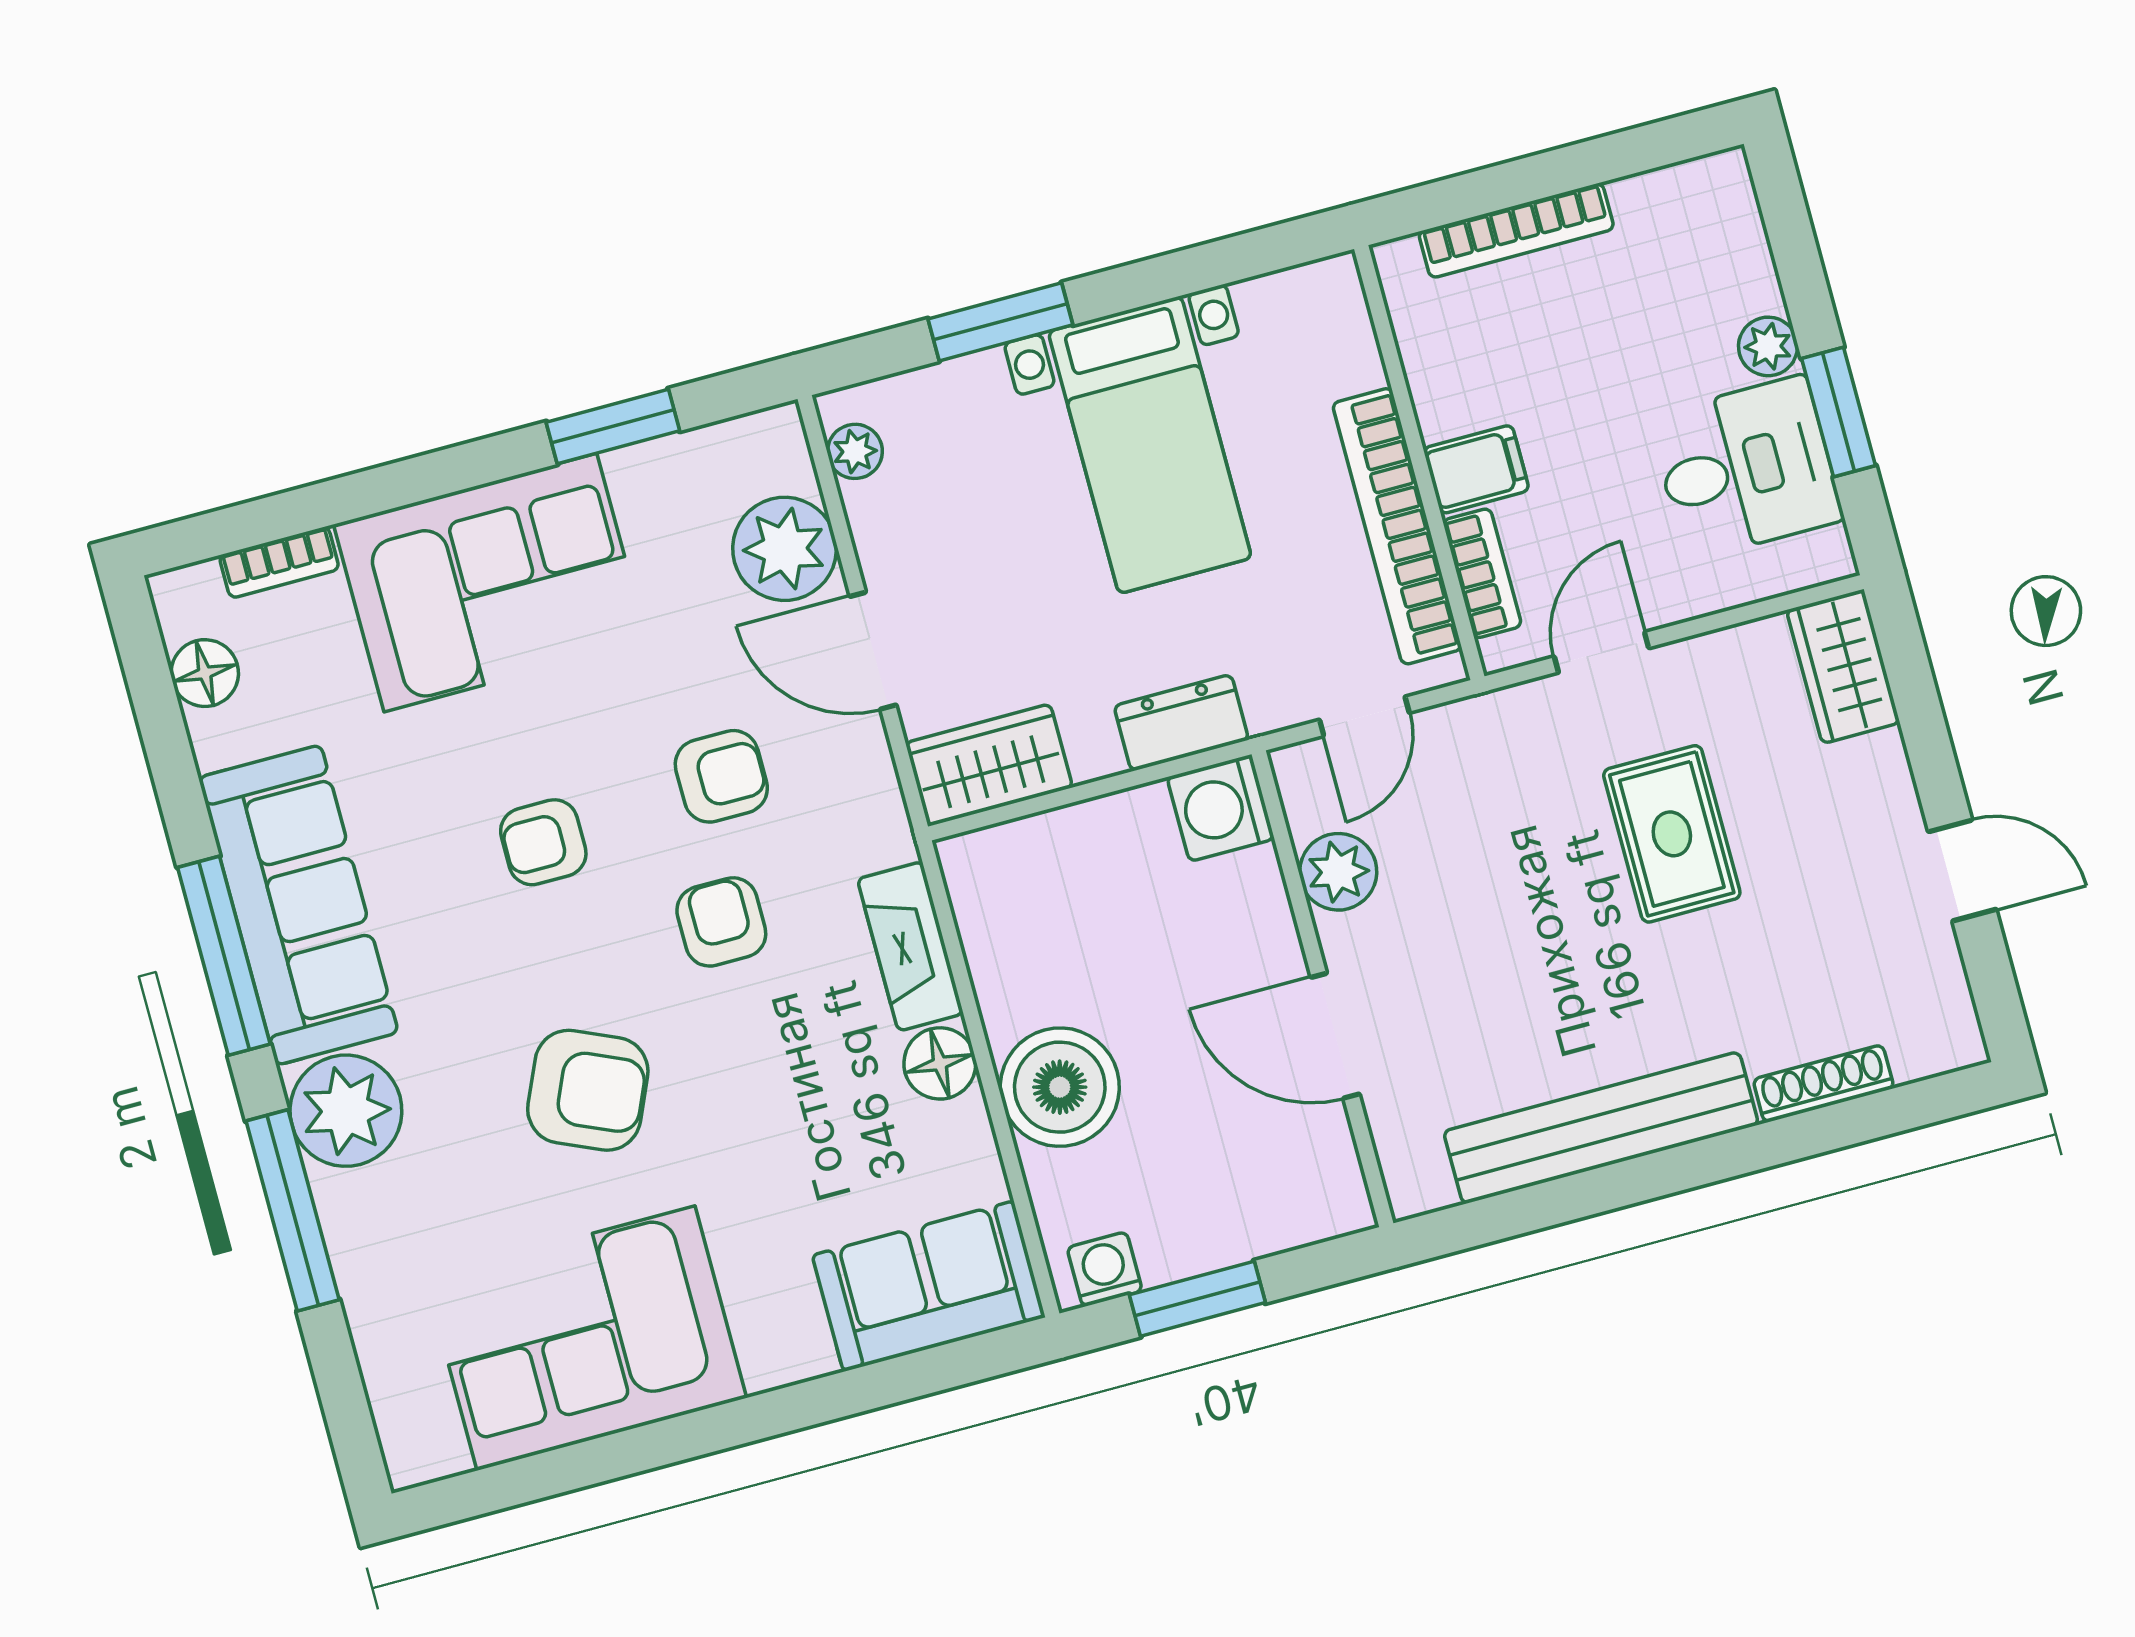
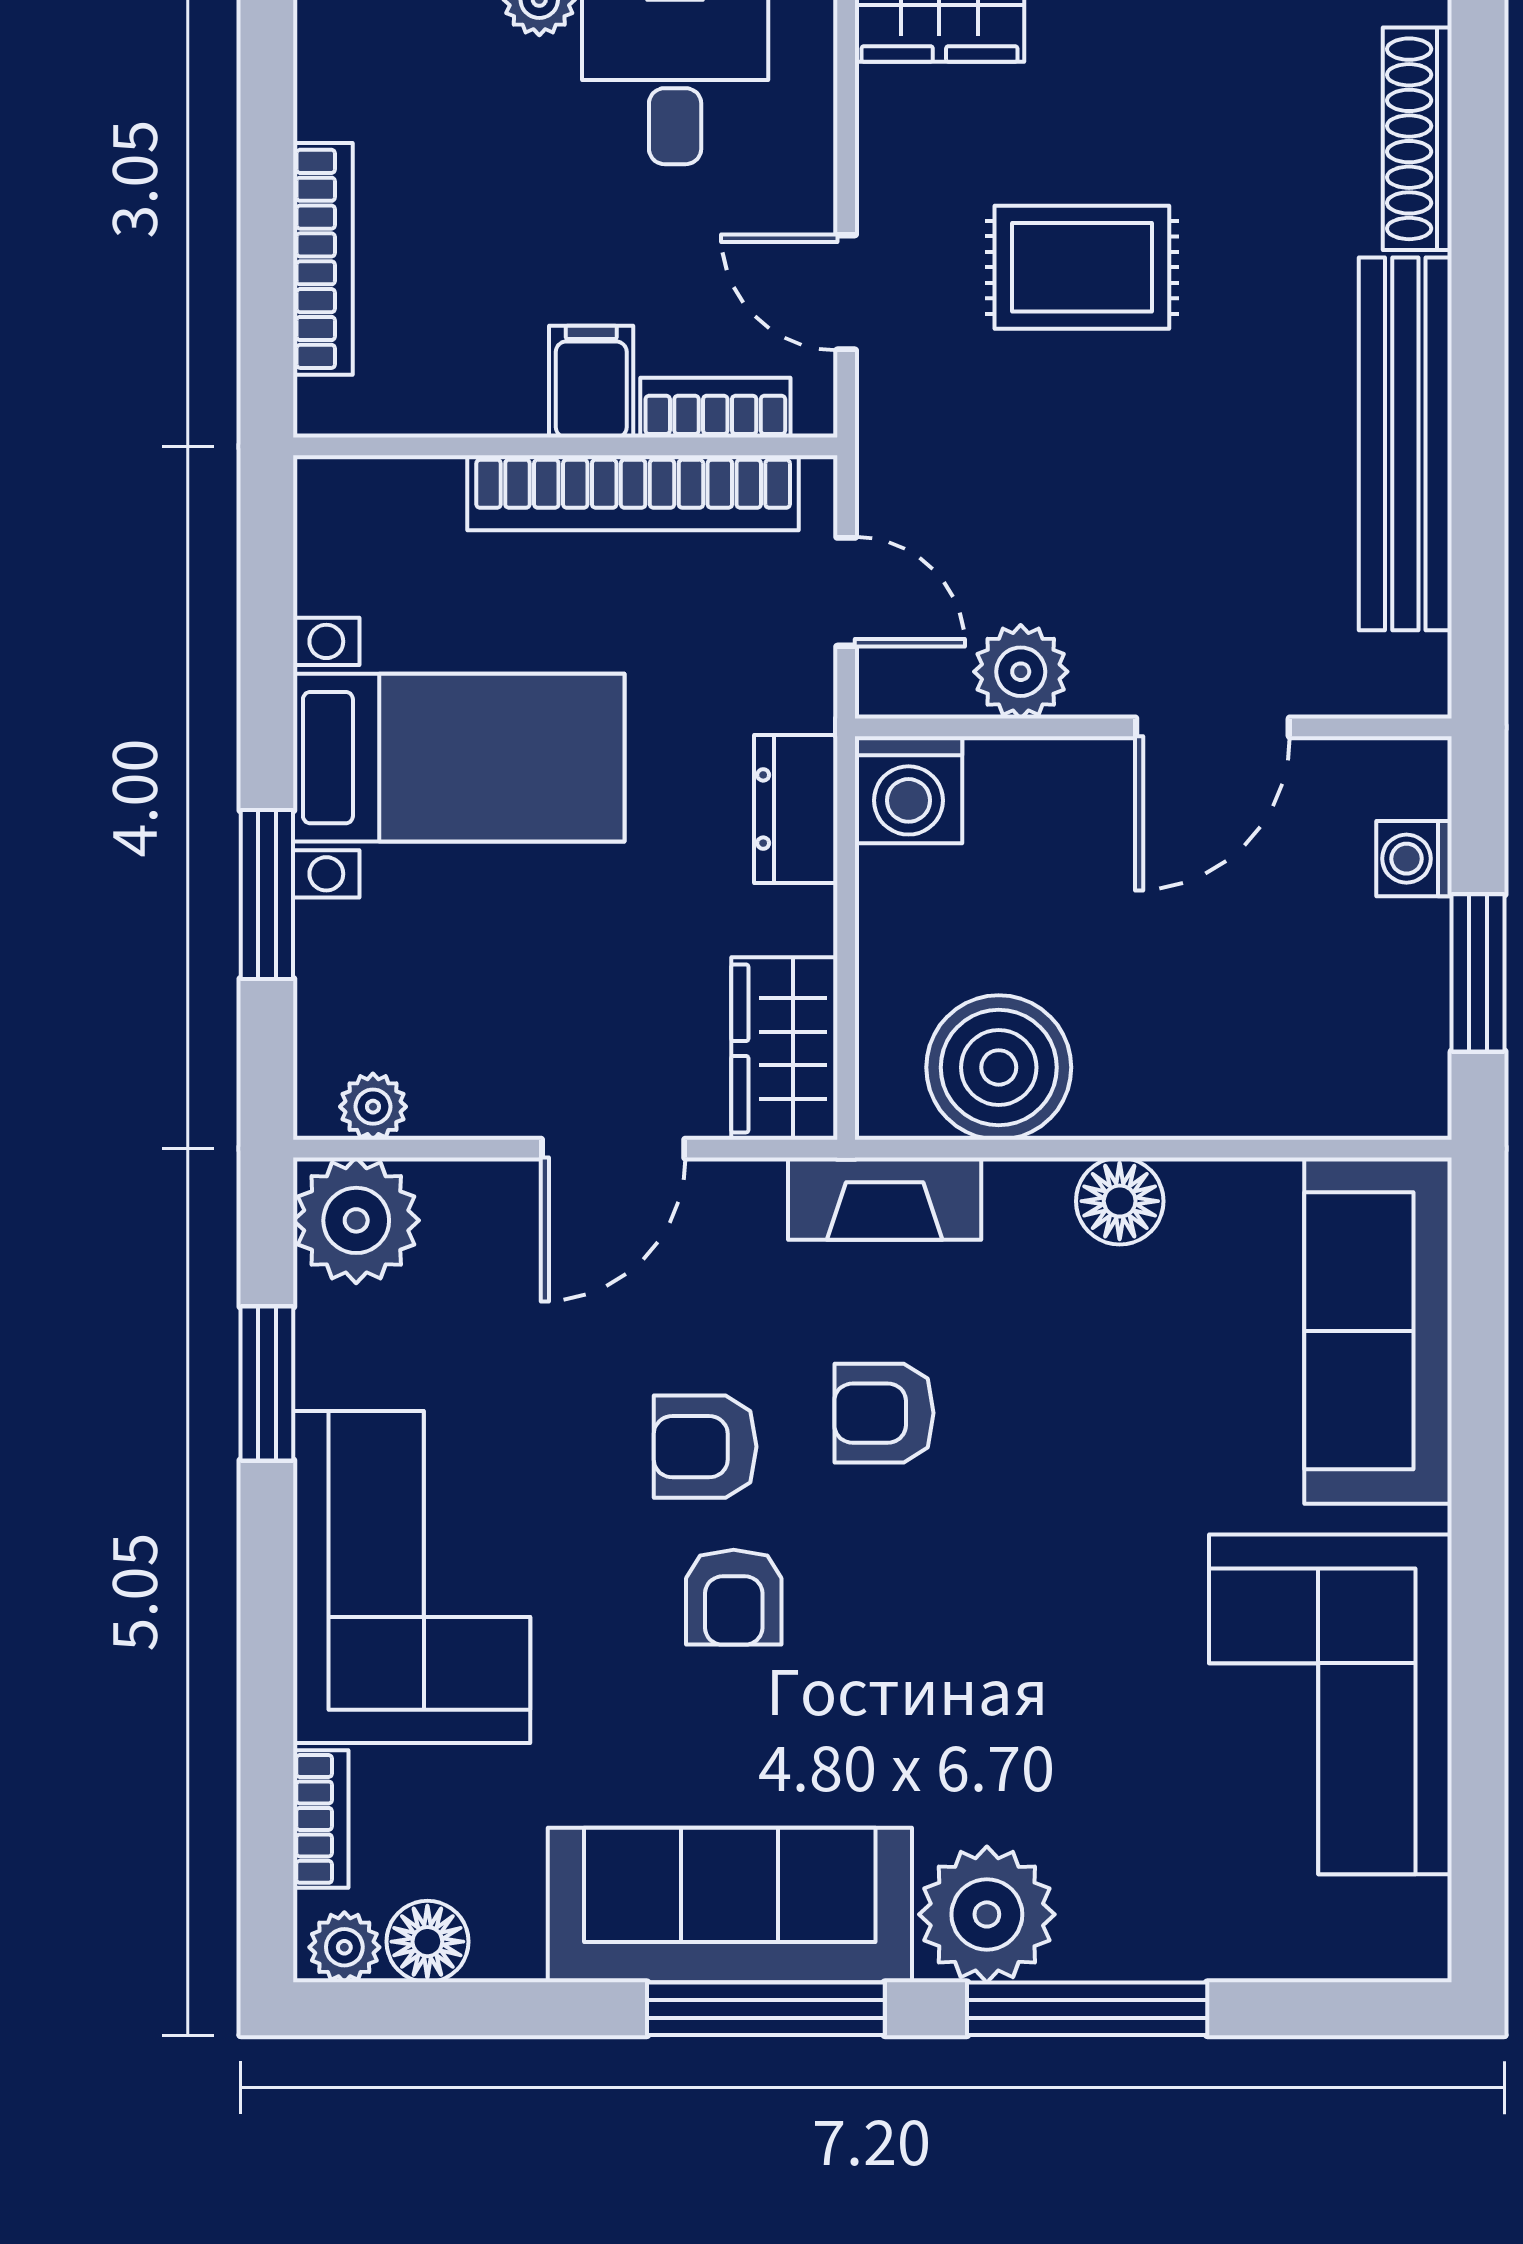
plant: (784, 549) -> (356, 1220), moved
plant: (183, 608) -> (344, 1947), added
armchair: (721, 776) -> (705, 1447), moved, turned -90
fireplace: (910, 946) -> (885, 1199), moved
shoe rack: (1823, 1084) -> (1417, 139), width x1.36, depth x1.24
boiler: (1060, 1087) -> (999, 1067), moved
armchair: (588, 1090) -> (1040, 1623), removed
washing machine: (1105, 1269) -> (1414, 859), moved
sofa: (929, 1286) -> (1378, 1331), width x1.36

